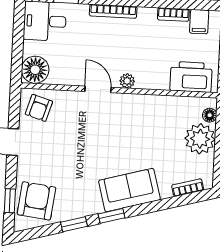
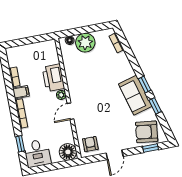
filing cabinet: (199, 22) -> (21, 92), moved
printer: (191, 77) -> (53, 78), moved
armchair: (39, 108) -> (90, 144), turned -107
sofa: (129, 190) -> (135, 95), moved

